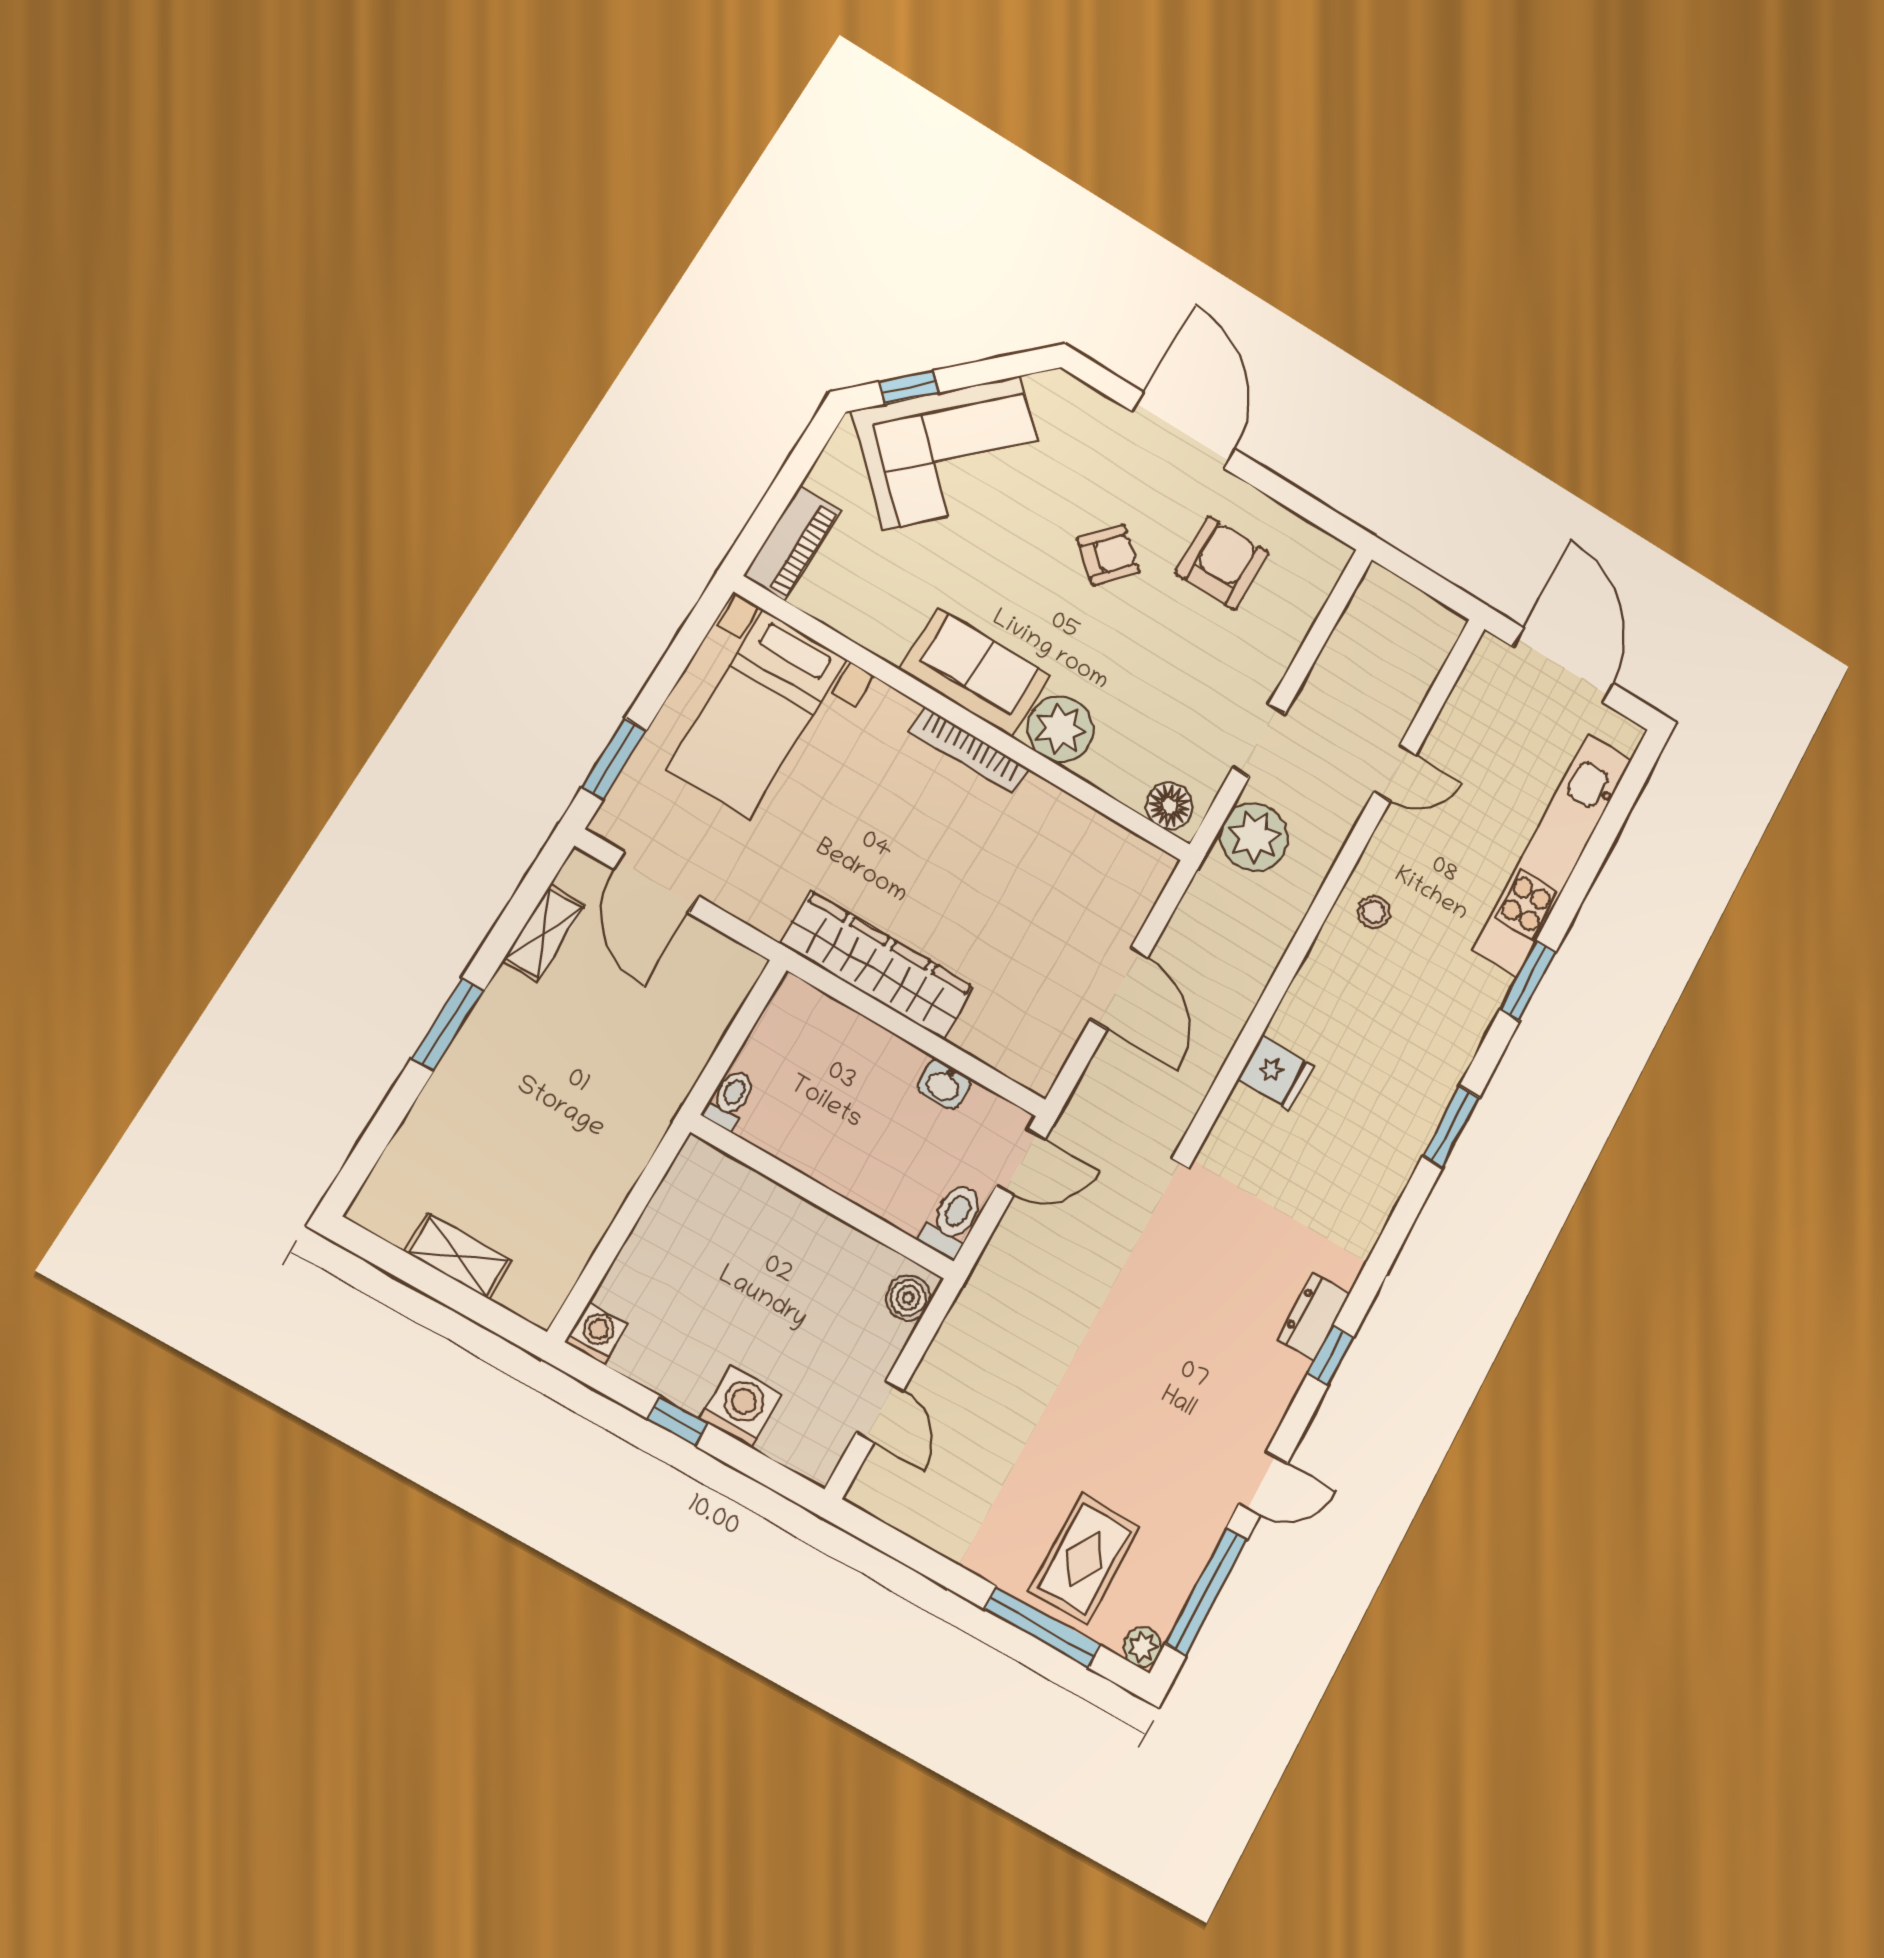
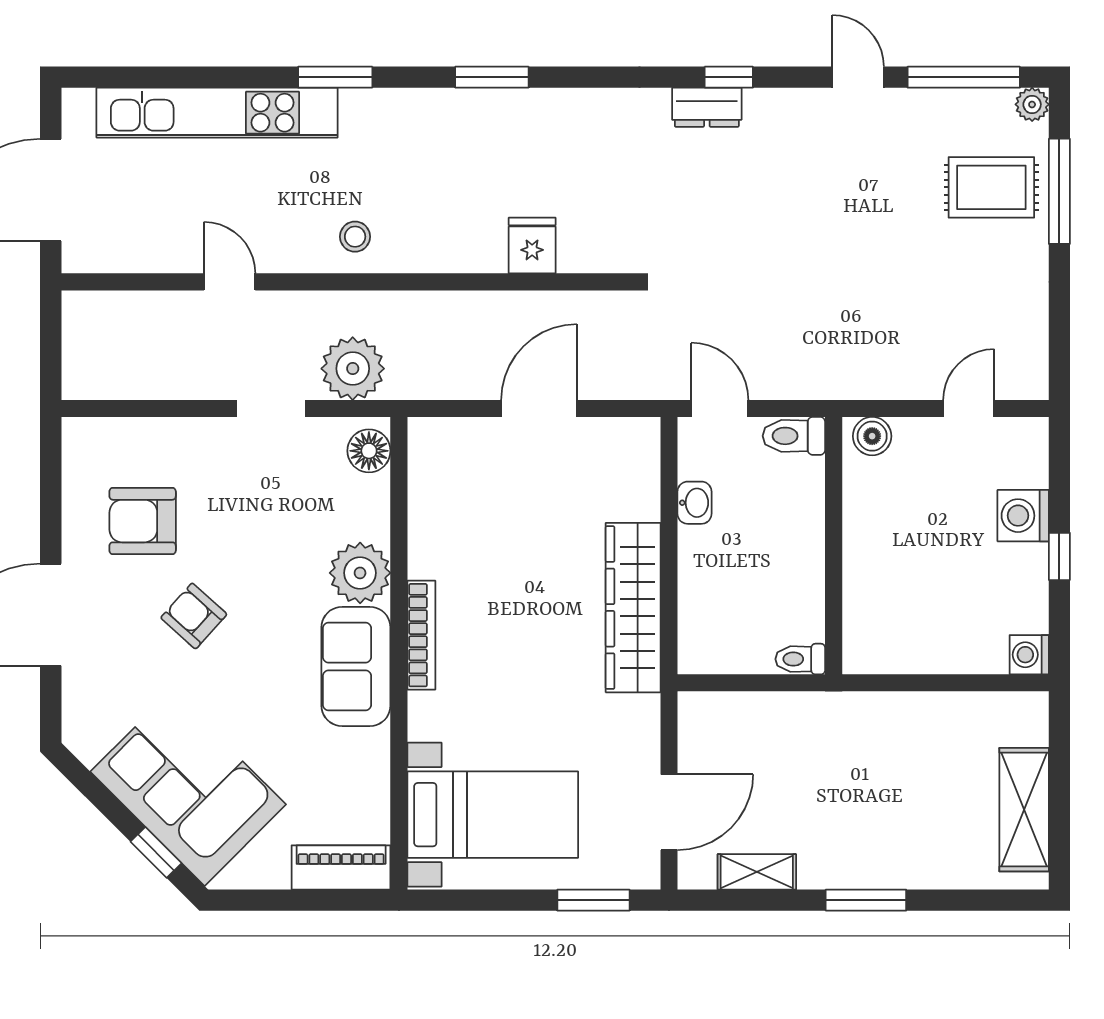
shelving: (458, 1256) -> (1024, 810), width x1.50, depth x1.33

